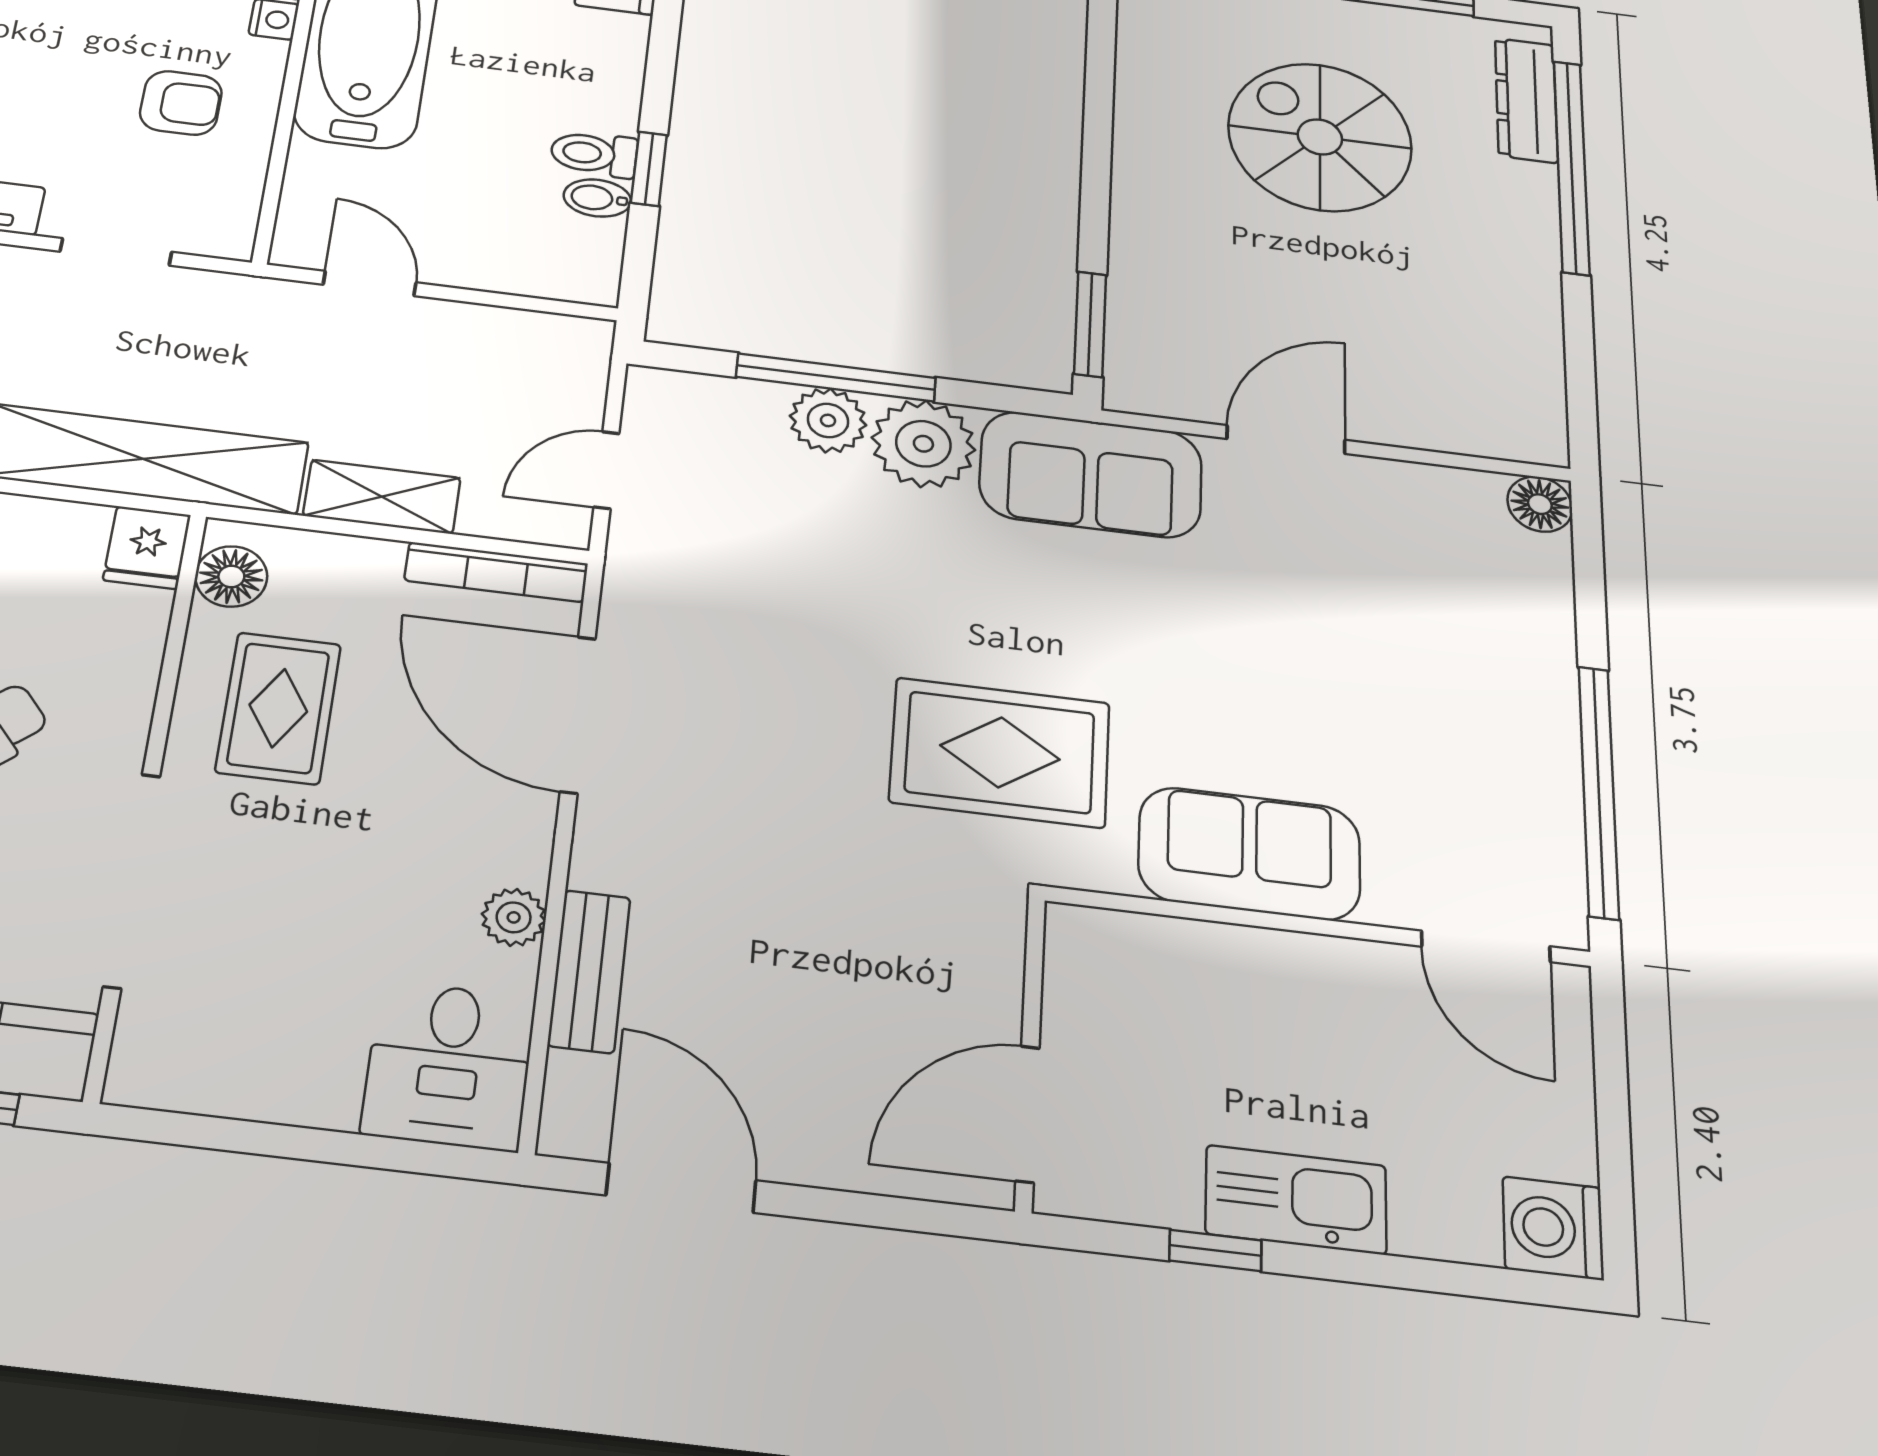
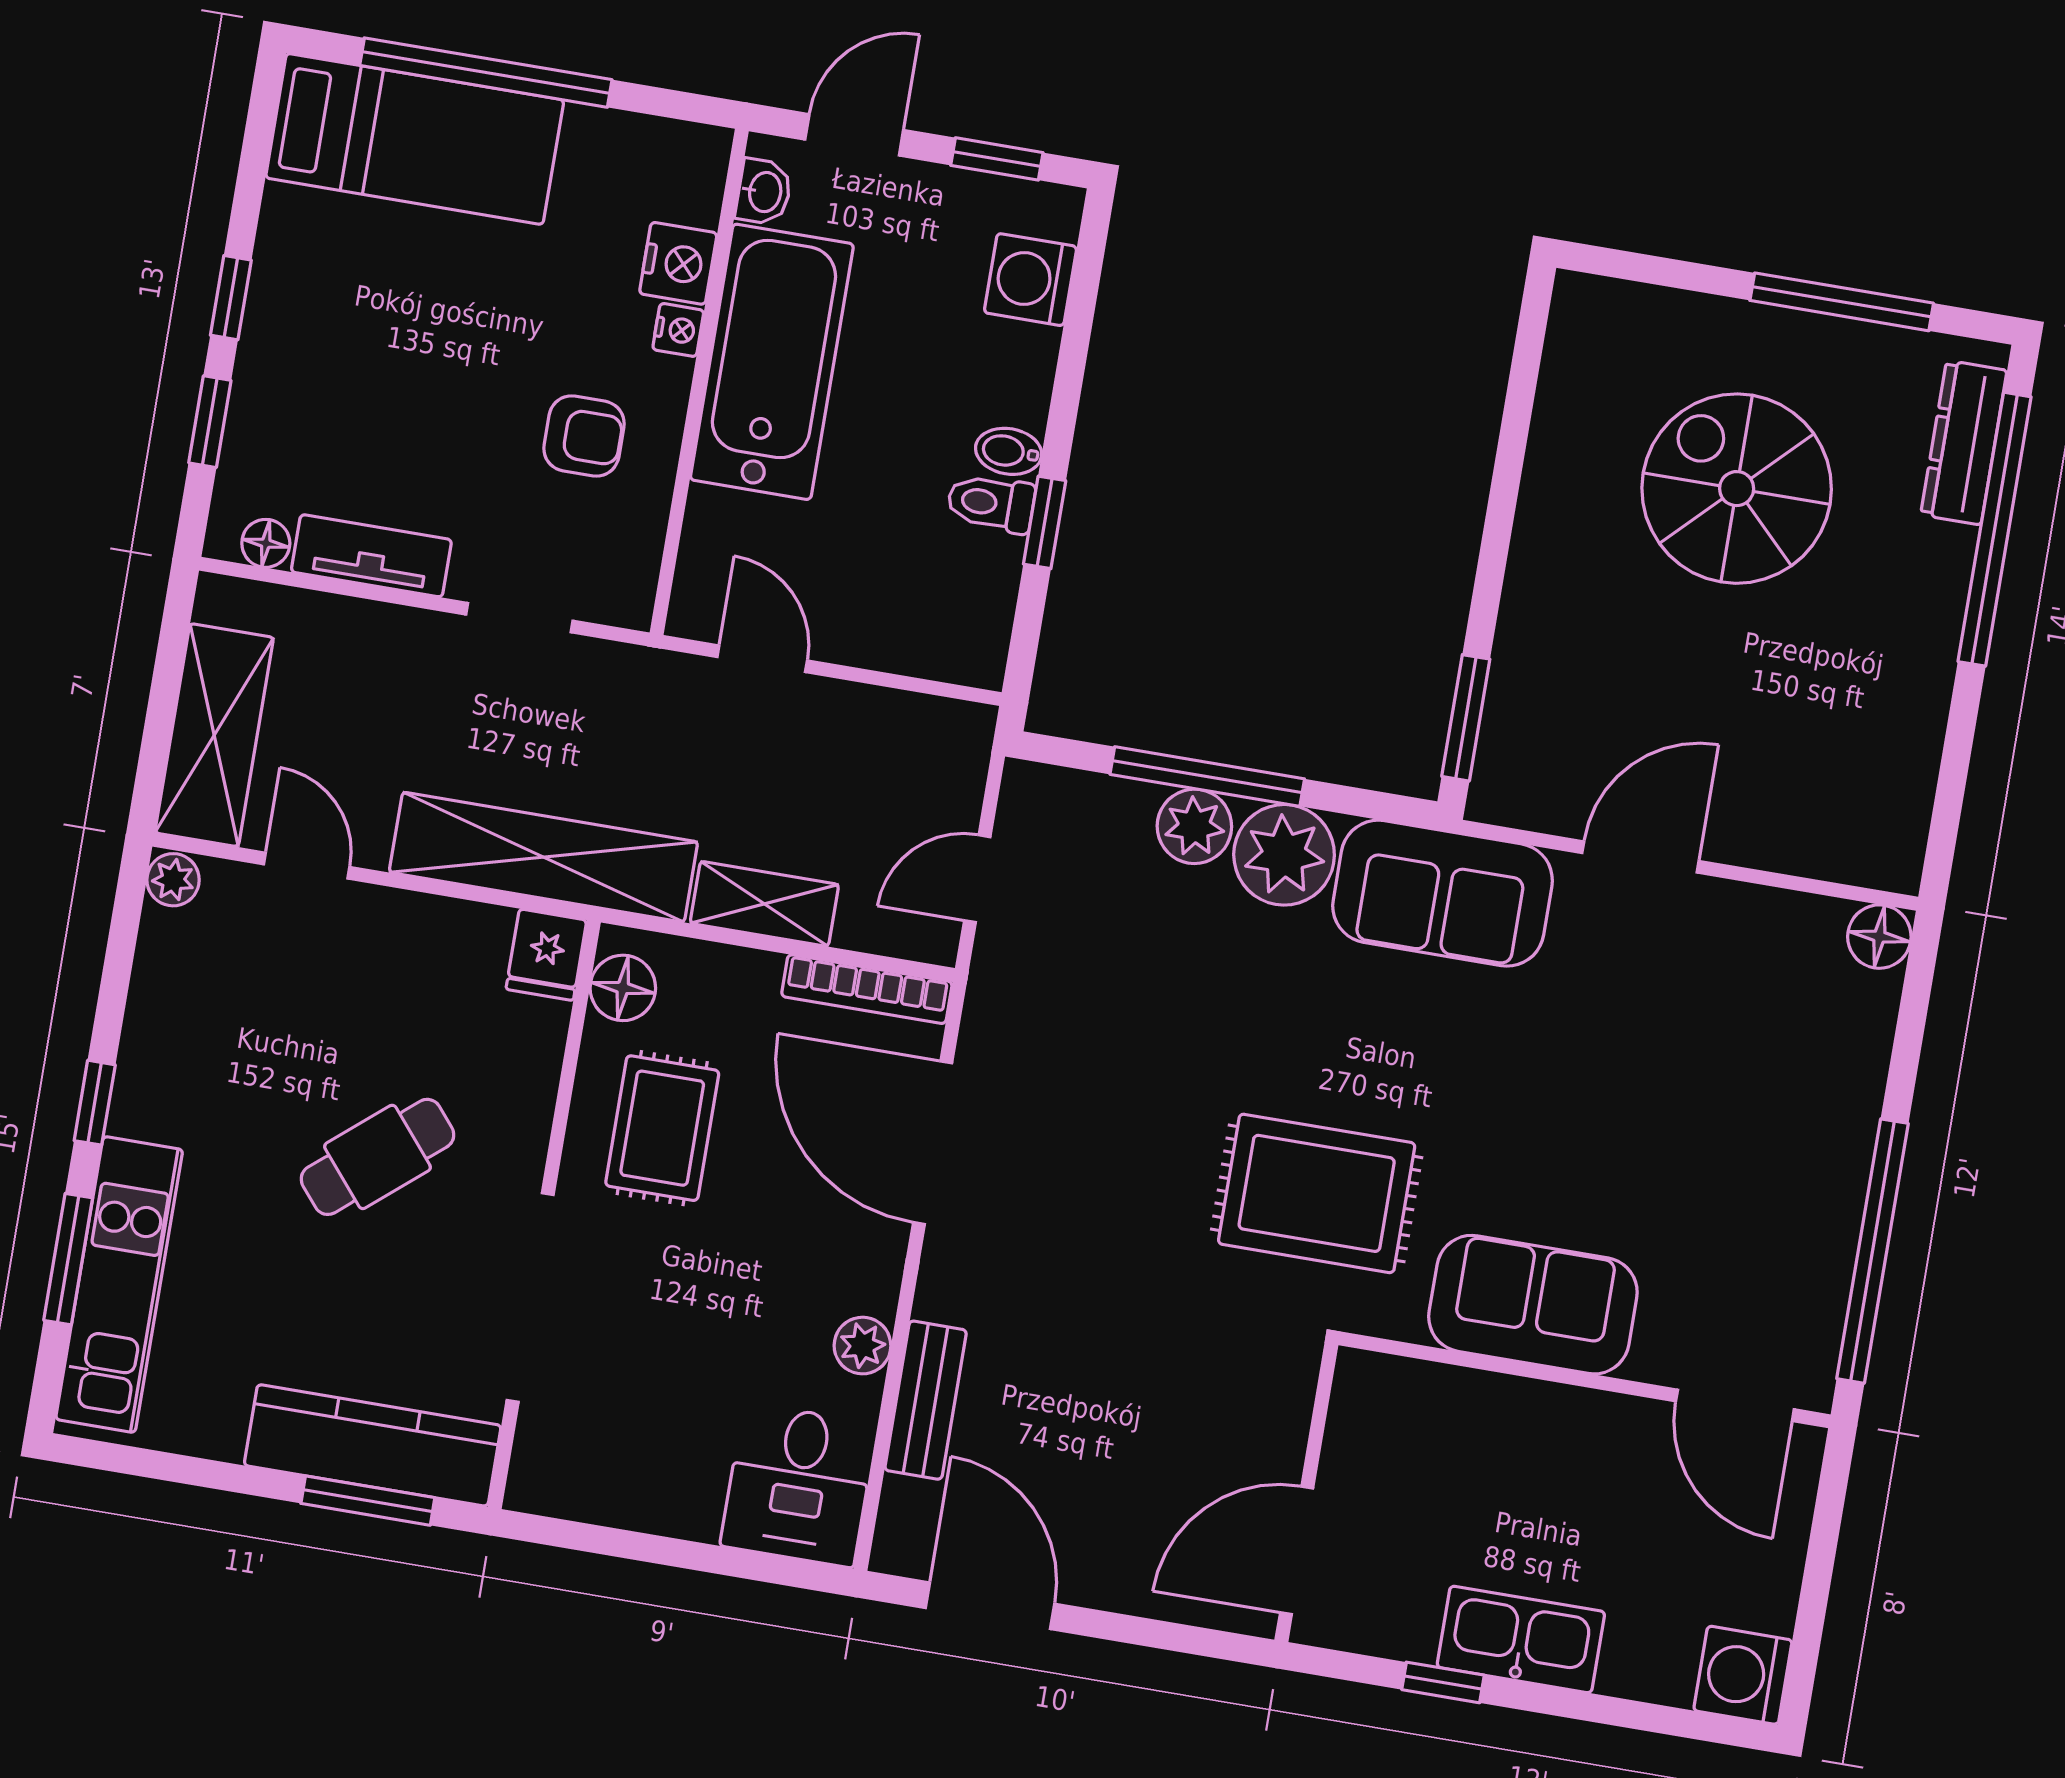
bidet: (597, 198) -> (1009, 451), moved

